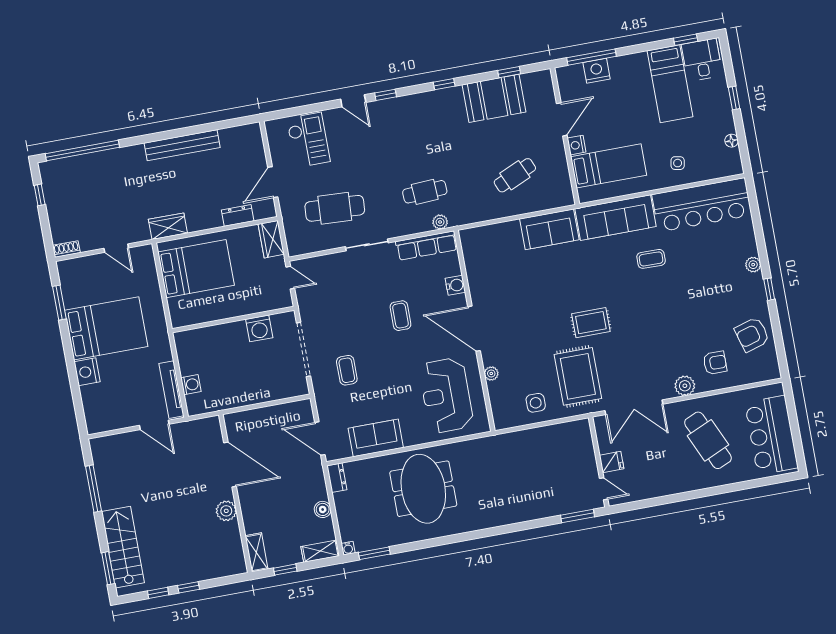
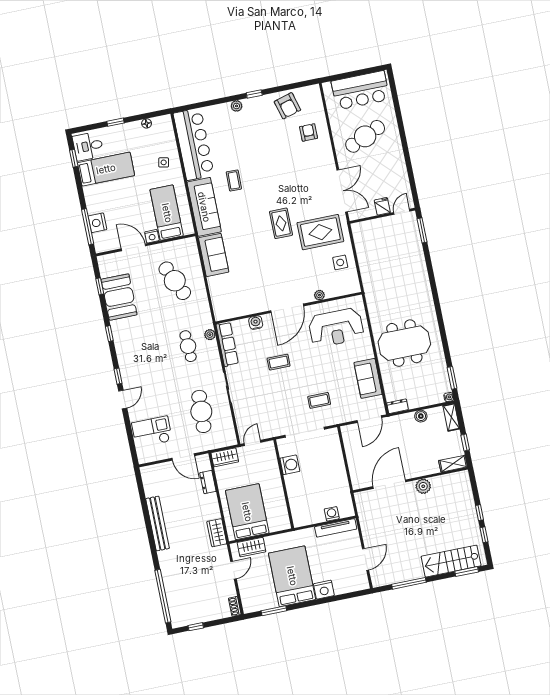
cafe table: (515, 175) -> (175, 281), width x1.37, depth x1.35
wardrobe: (147, 274) -> (251, 547), added
plant: (685, 386) -> (326, 154), removed
door: (154, 425) -> (366, 559), moved

